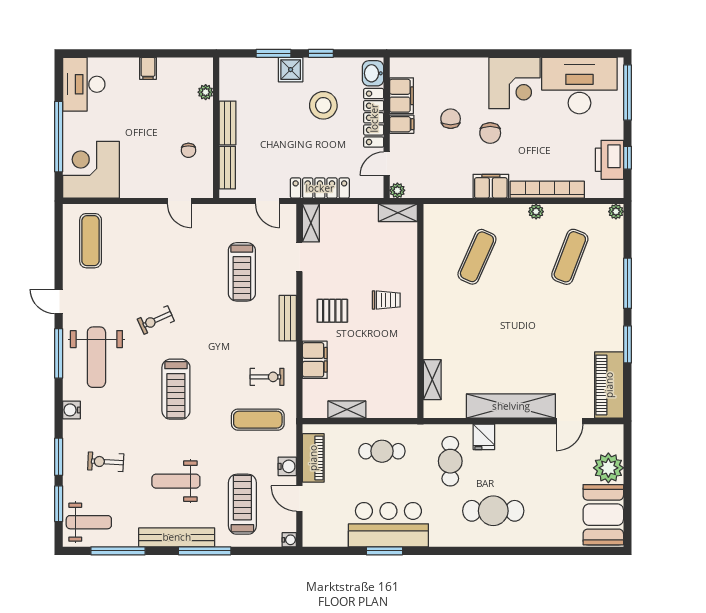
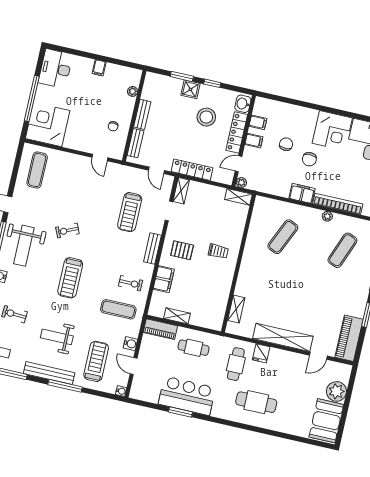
filing cabinet: (402, 96) -> (258, 122), width x0.50
piano: (313, 458) -> (160, 329), moved, turned 90

